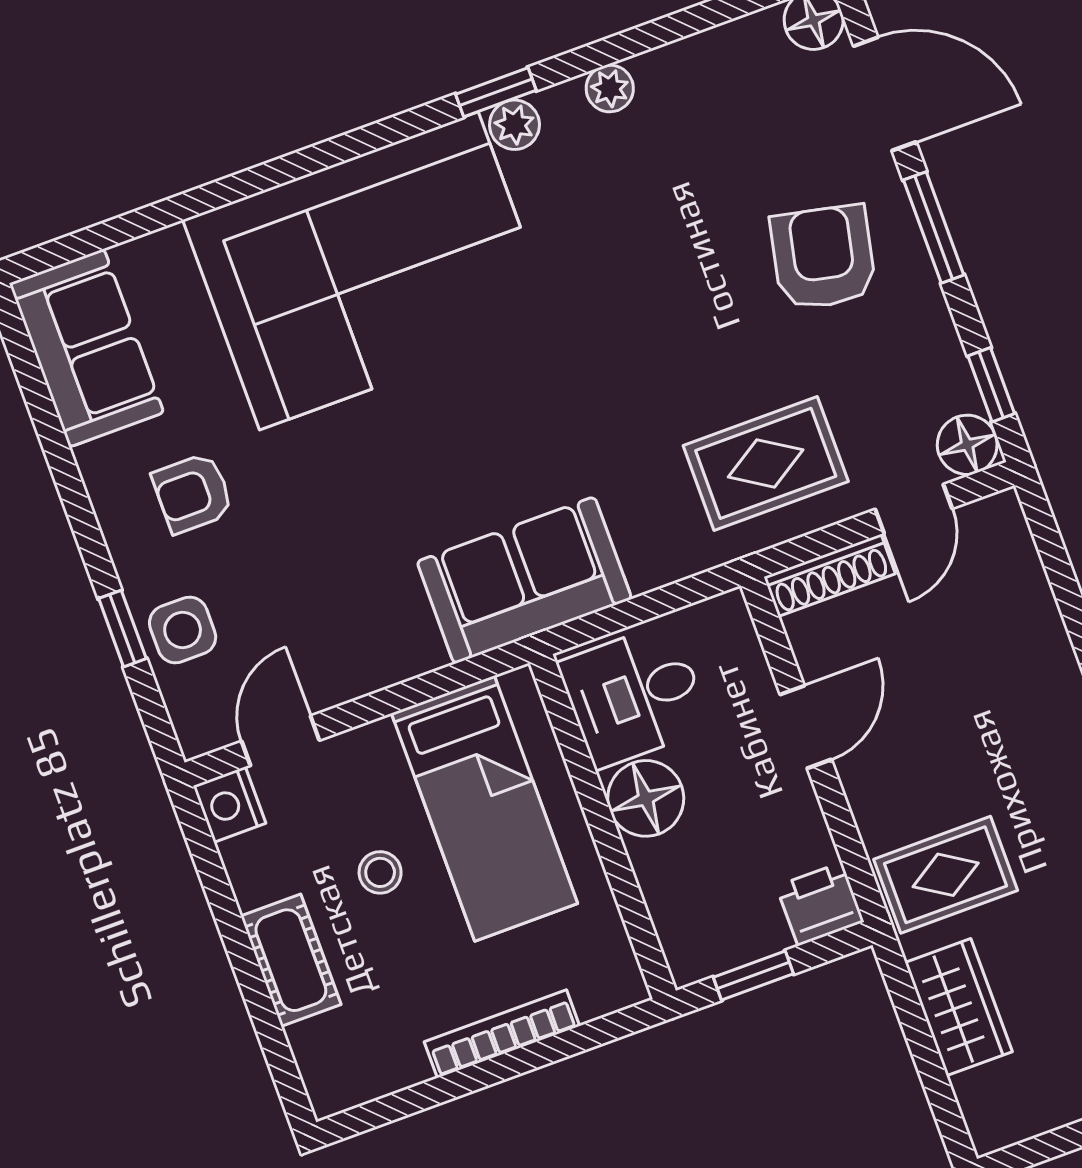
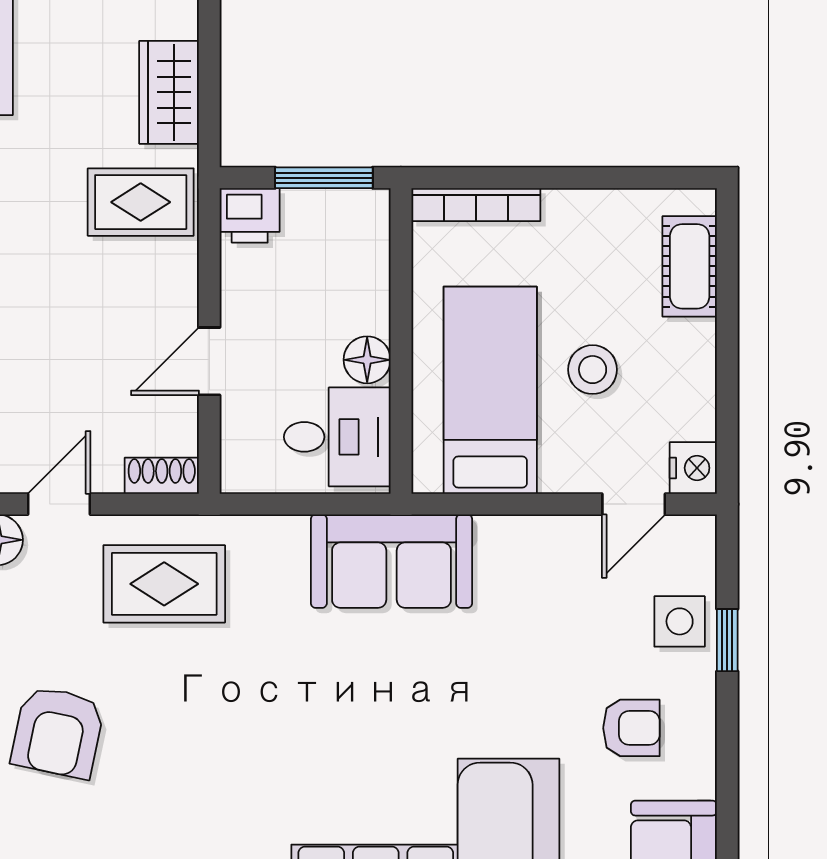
shoe rack: (830, 575) -> (162, 476), width x0.70
floor lamp: (646, 798) -> (367, 360), width x0.73, depth x0.73
stool: (380, 872) -> (593, 370), width x1.37, depth x1.37
cot: (291, 960) -> (690, 266), moved
window: (753, 975) -> (324, 178), width x1.50
bookcase: (502, 1034) -> (476, 205), moved

